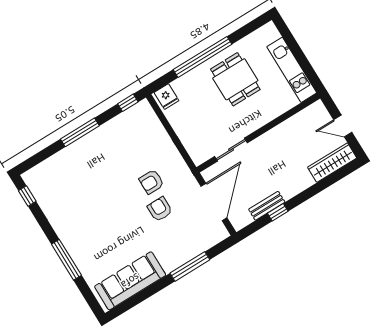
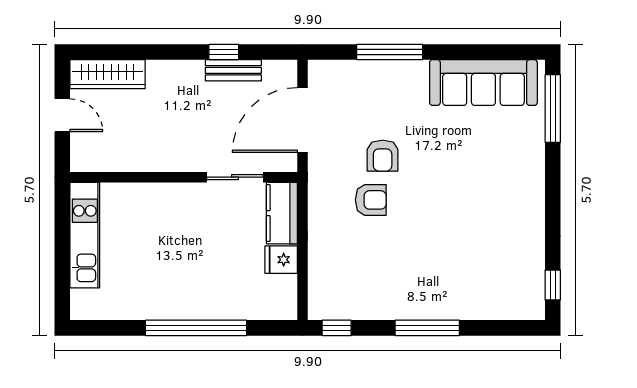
dining table: (235, 79) -> (170, 270), removed
fridge: (167, 97) -> (281, 260), moved, turned -90
kitchen counter: (194, 146) -> (282, 213), added
window: (66, 260) -> (553, 109), moved

